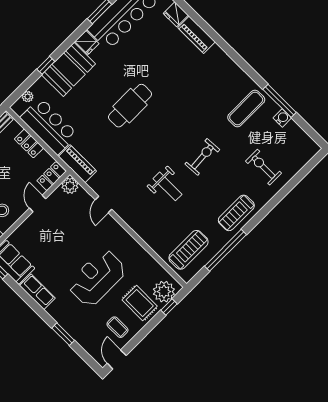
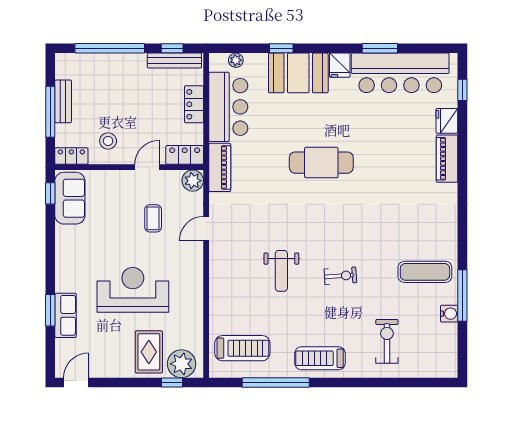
exercise bike: (202, 157) -> (340, 276), width x0.73, depth x0.72
row of seats: (37, 292) -> (65, 315), moved
coffee table: (117, 327) -> (153, 218), moved

